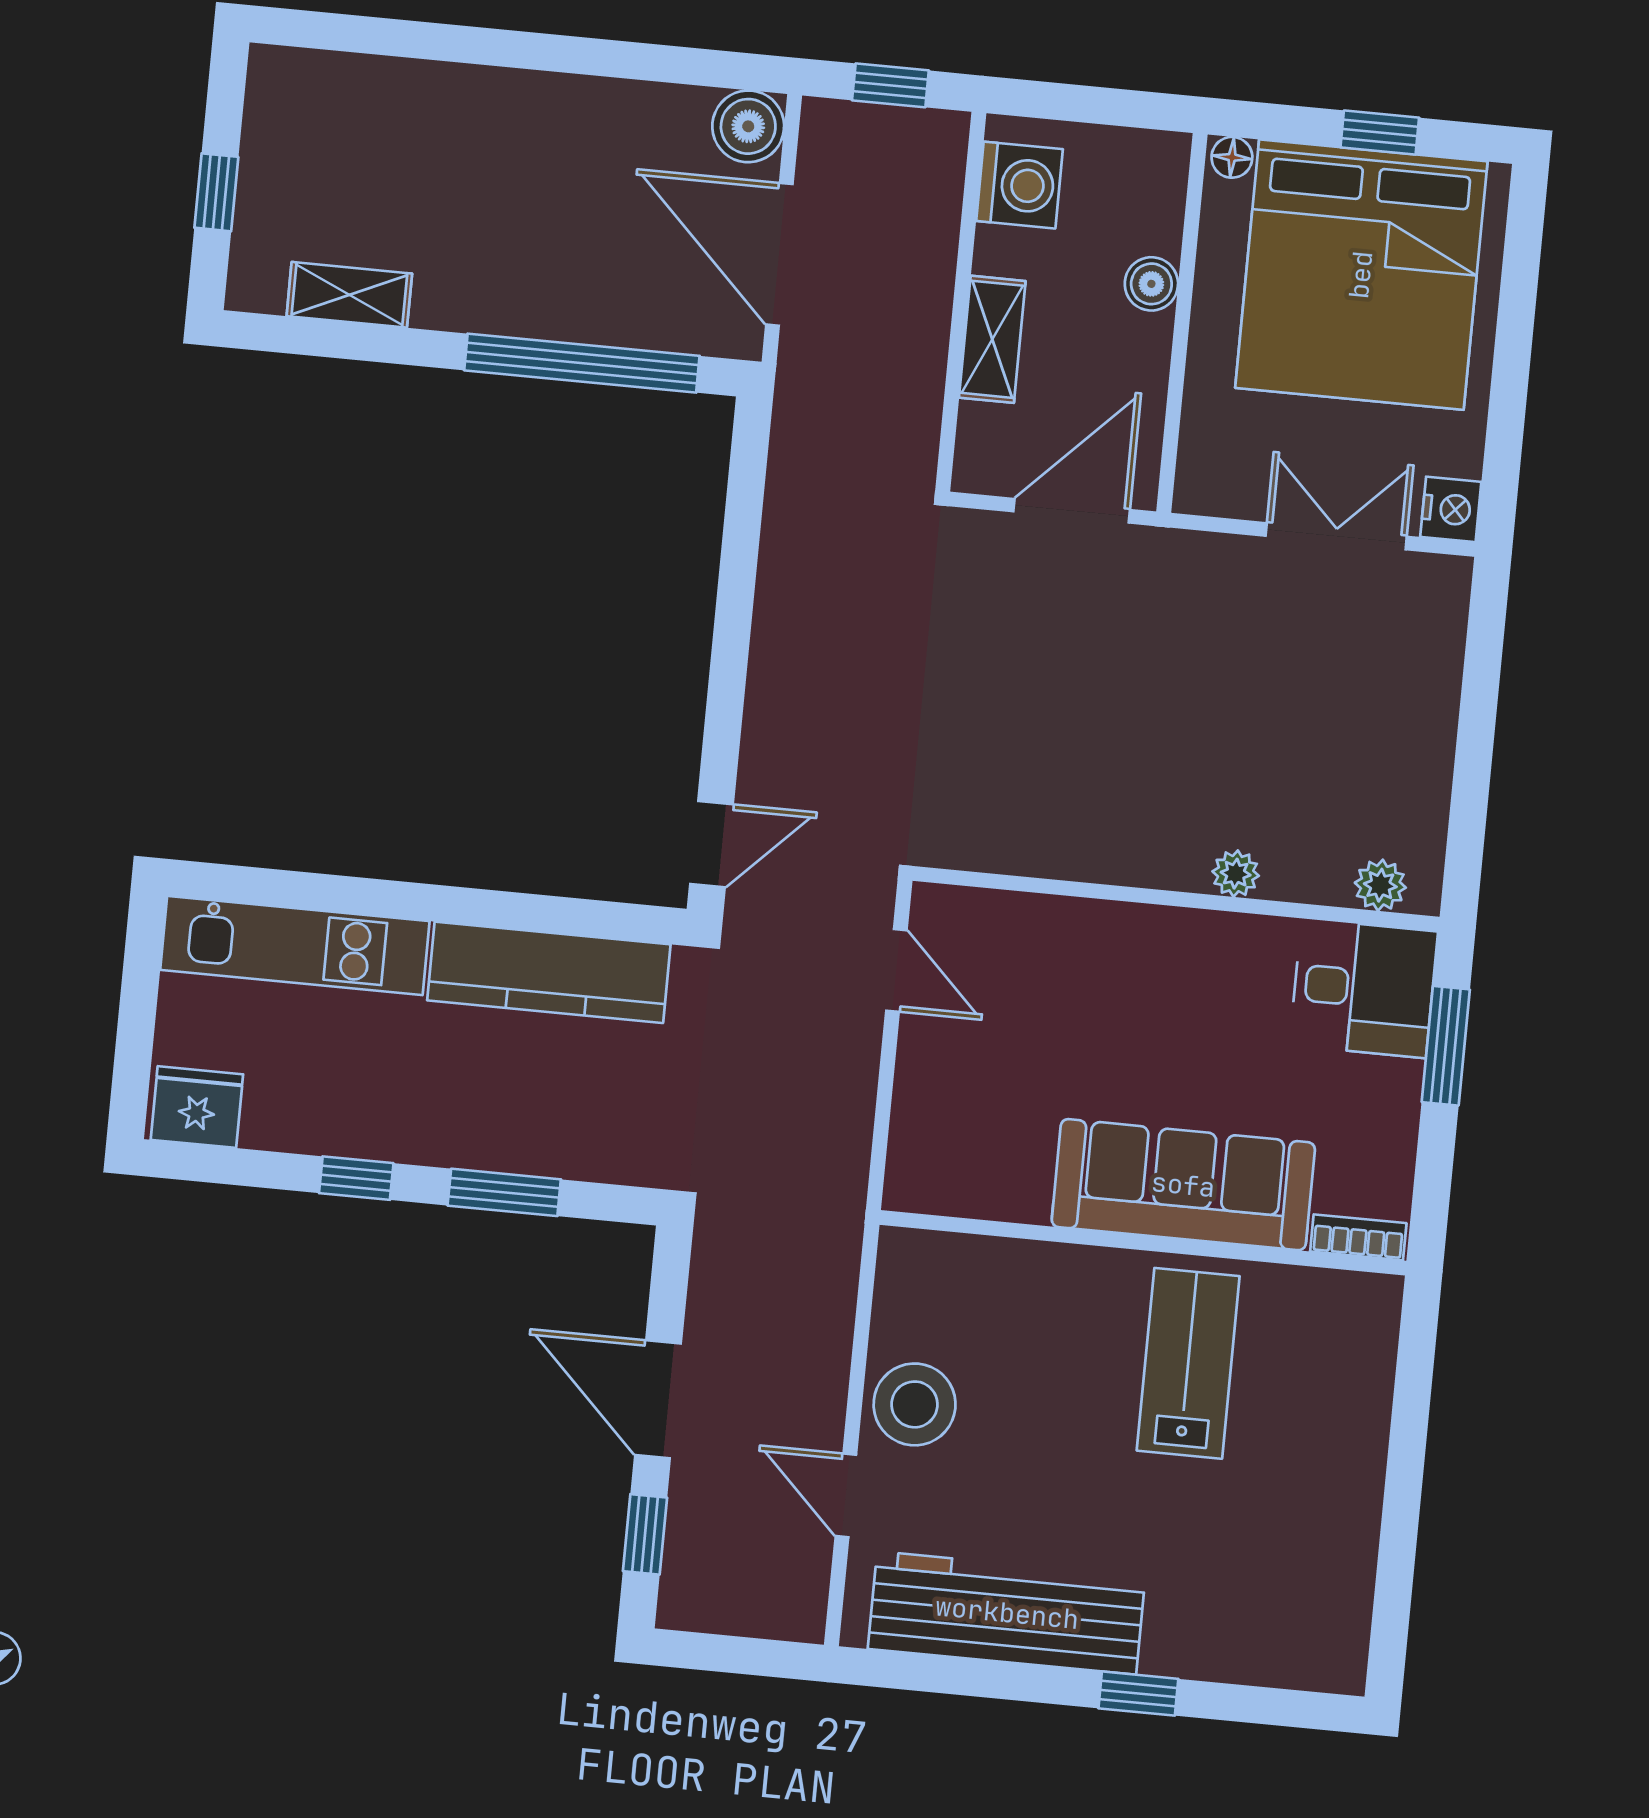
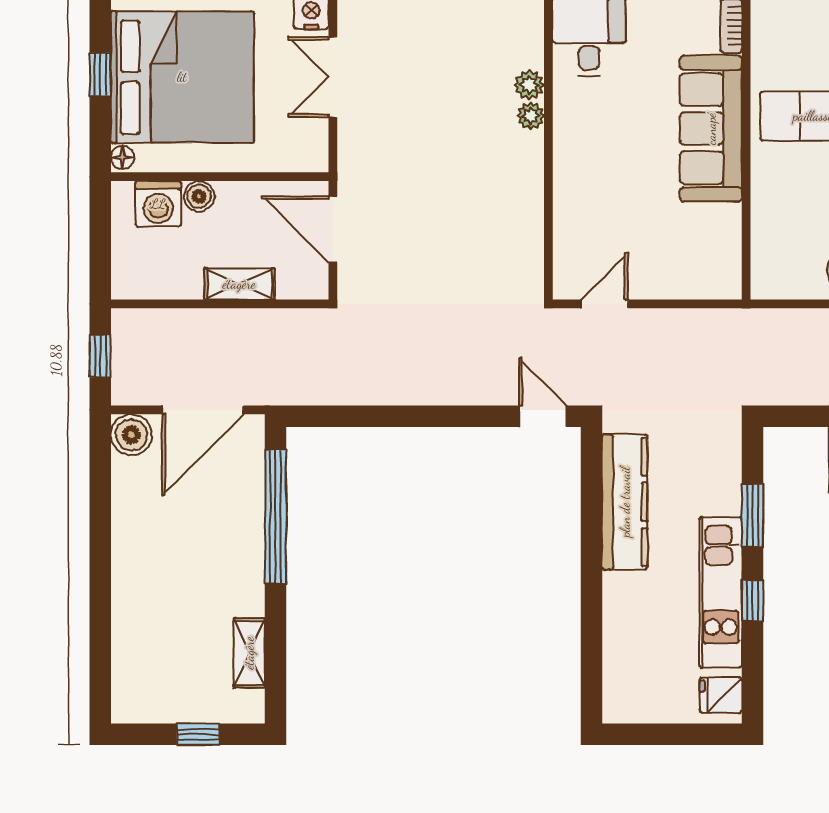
washing machine: (1020, 185) -> (158, 204), moved, turned 180
plant: (1380, 885) -> (529, 85), moved
kitchen unit: (295, 946) -> (721, 592), moved, turned 180
fridge: (197, 1107) -> (721, 695), width x0.72

